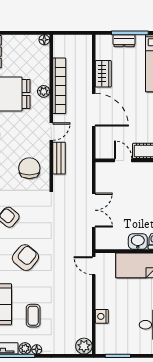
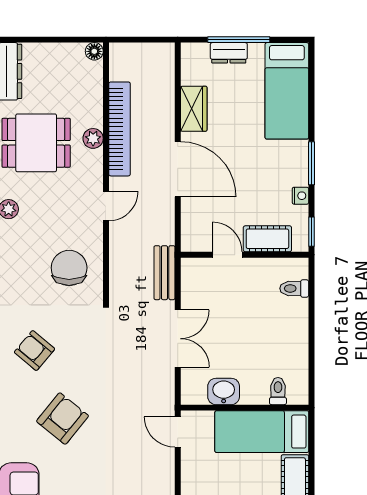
bench: (59, 158) -> (164, 273), moved
washbasin: (138, 241) -> (224, 391), moved

